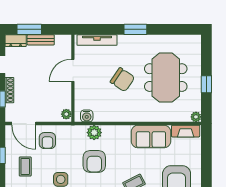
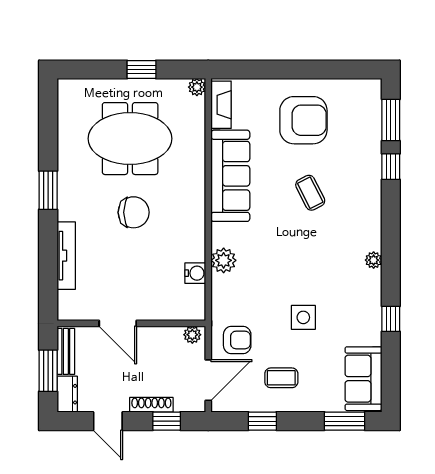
door: (73, 70) -> (118, 323), moved
wall: (73, 78) -> (131, 323), moved
chair: (122, 80) -> (134, 212), turned 56
plant: (66, 114) -> (192, 335), moved
sofa: (151, 137) -> (230, 176), width x1.36
armchair: (94, 161) -> (273, 260), removed

